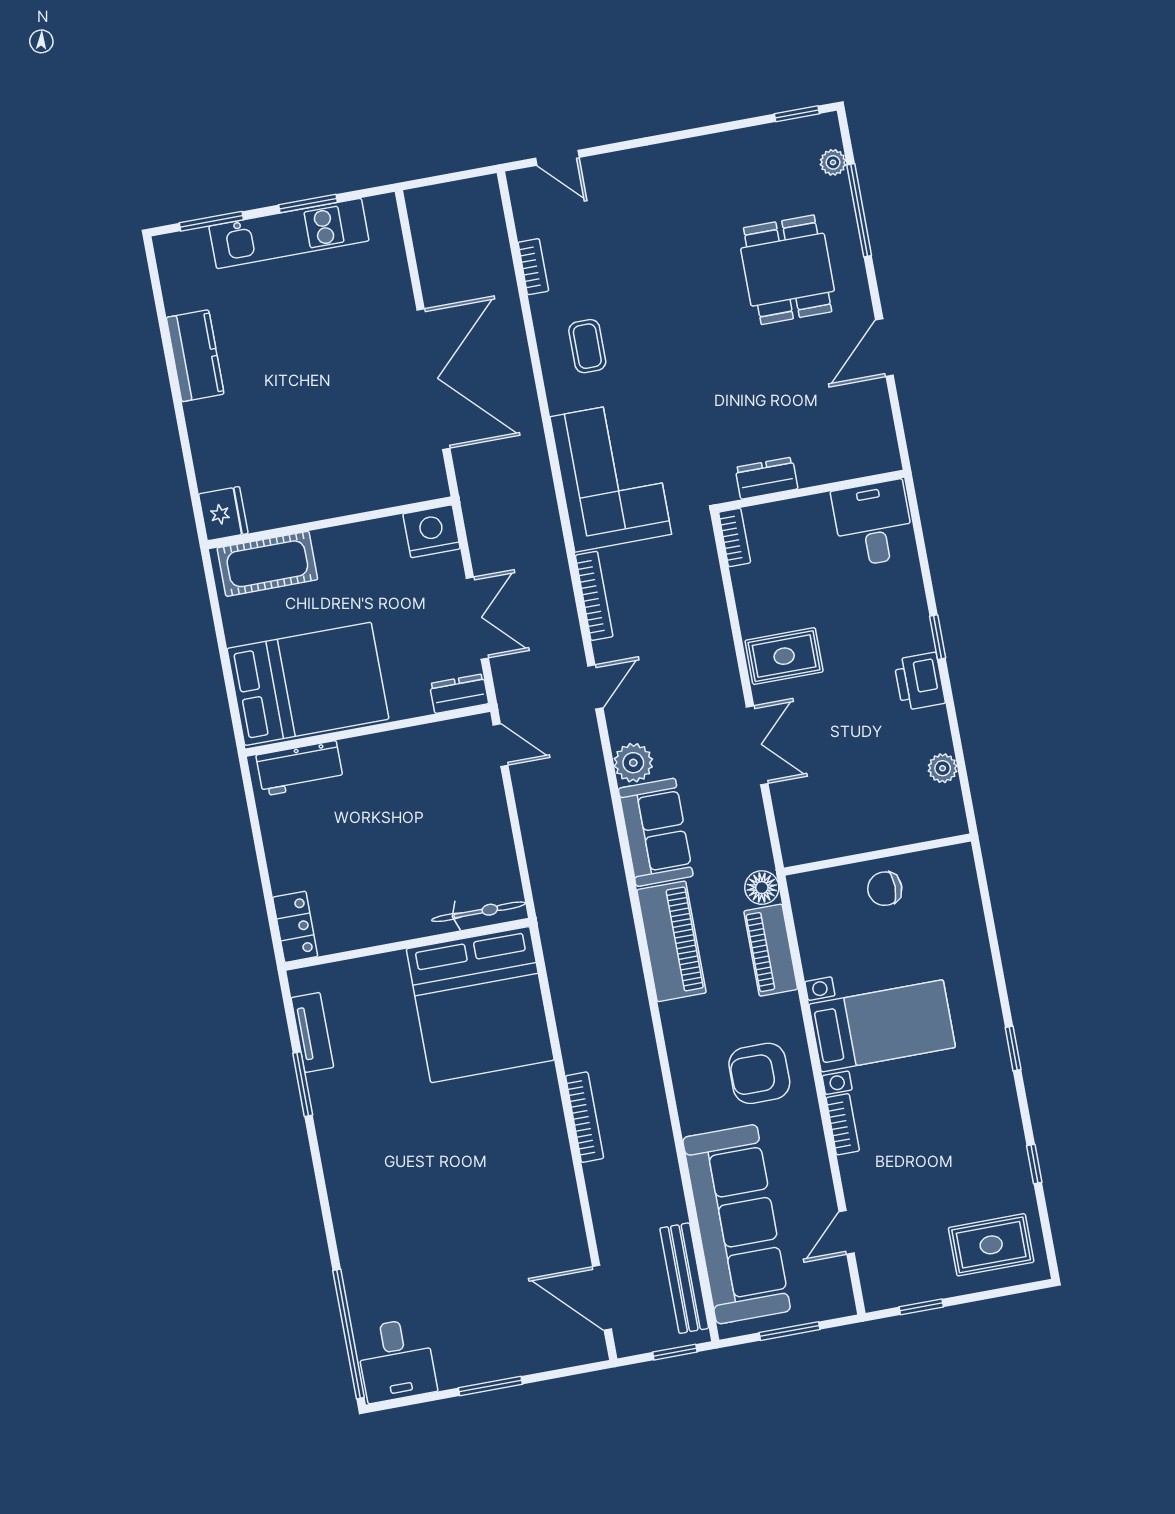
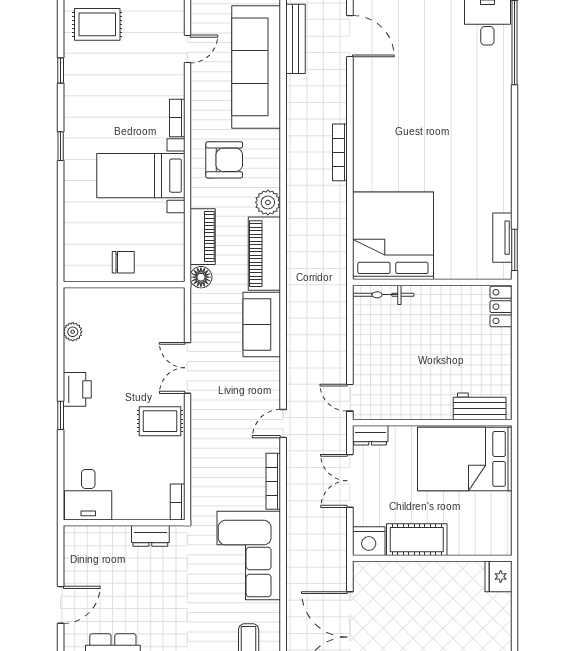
cot: (267, 564) -> (417, 540), moved
plant: (633, 763) -> (268, 202), moved
window: (303, 1084) -> (515, 250), moved

